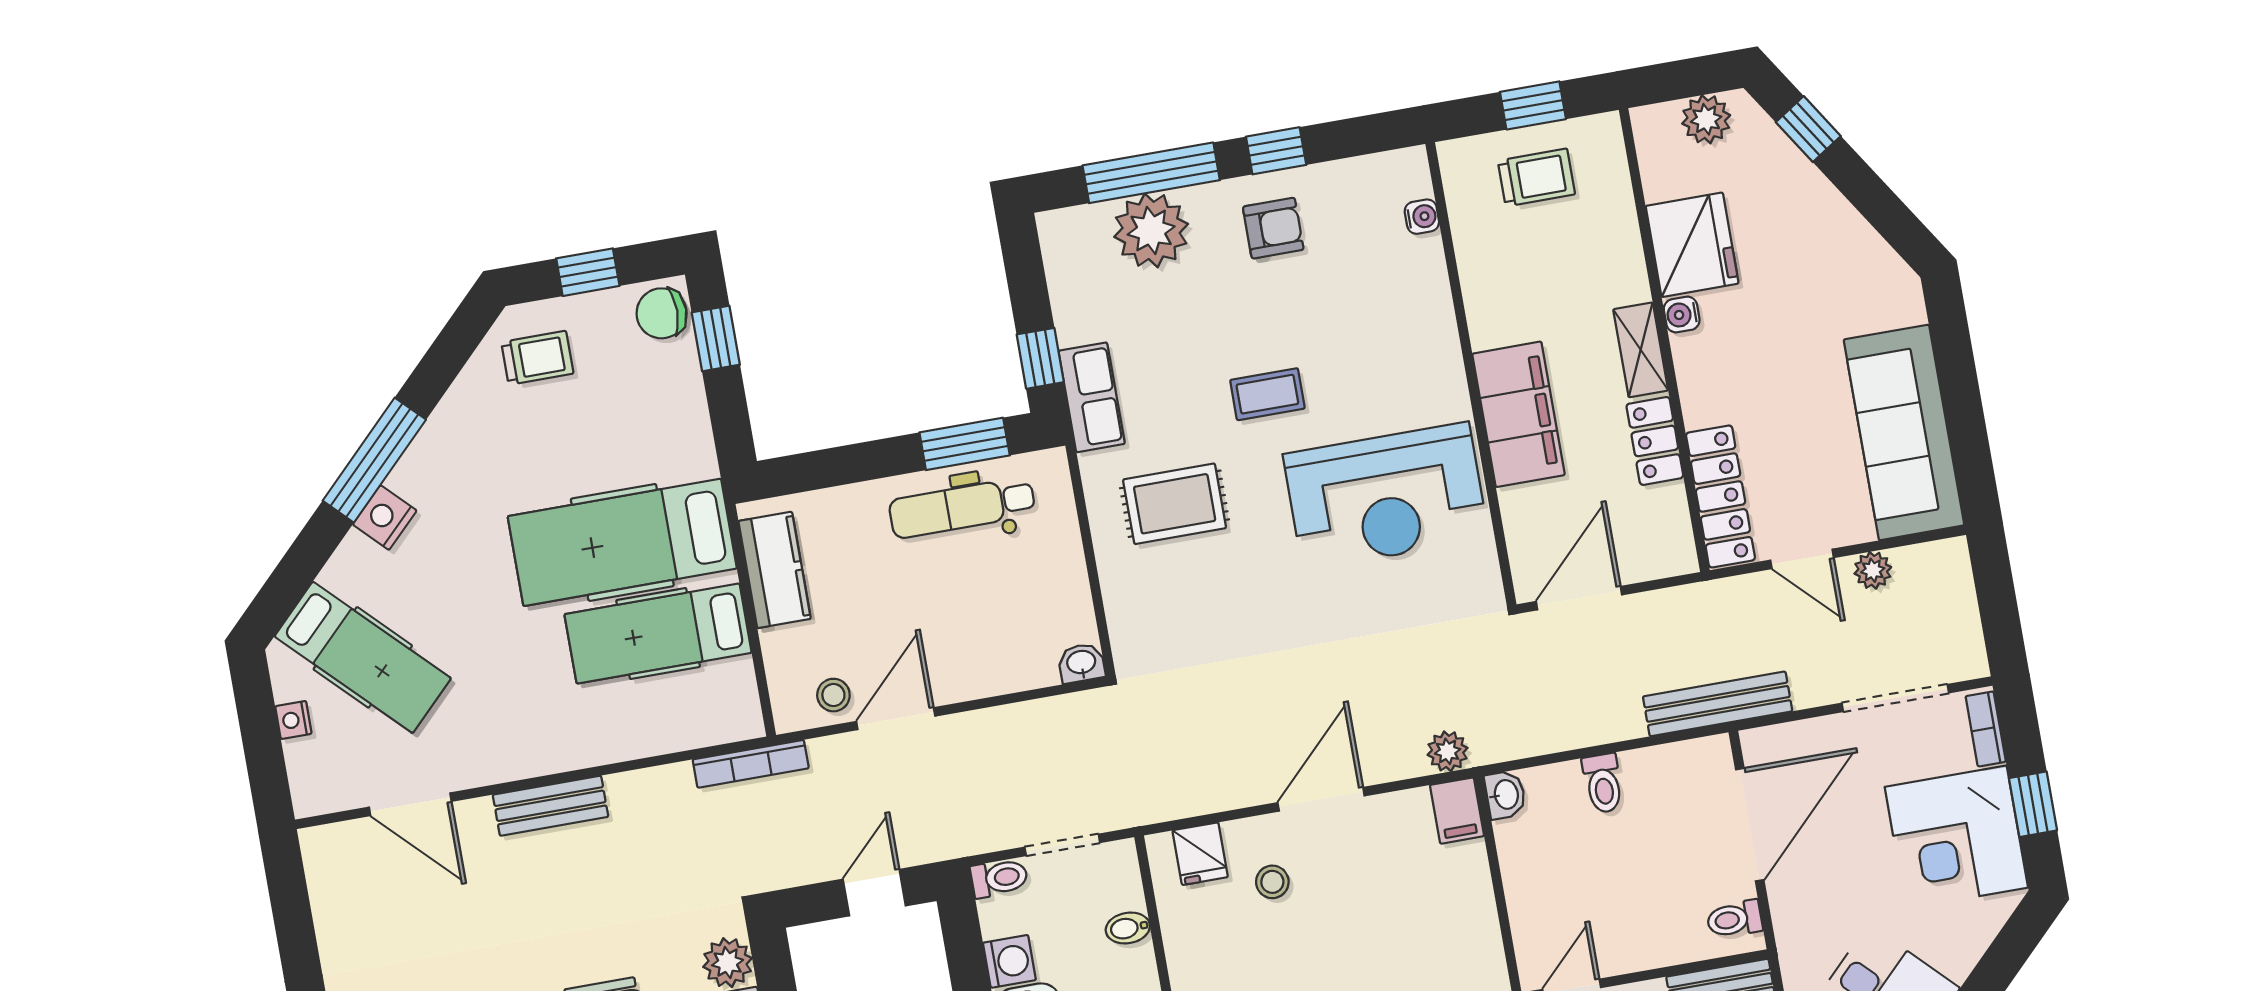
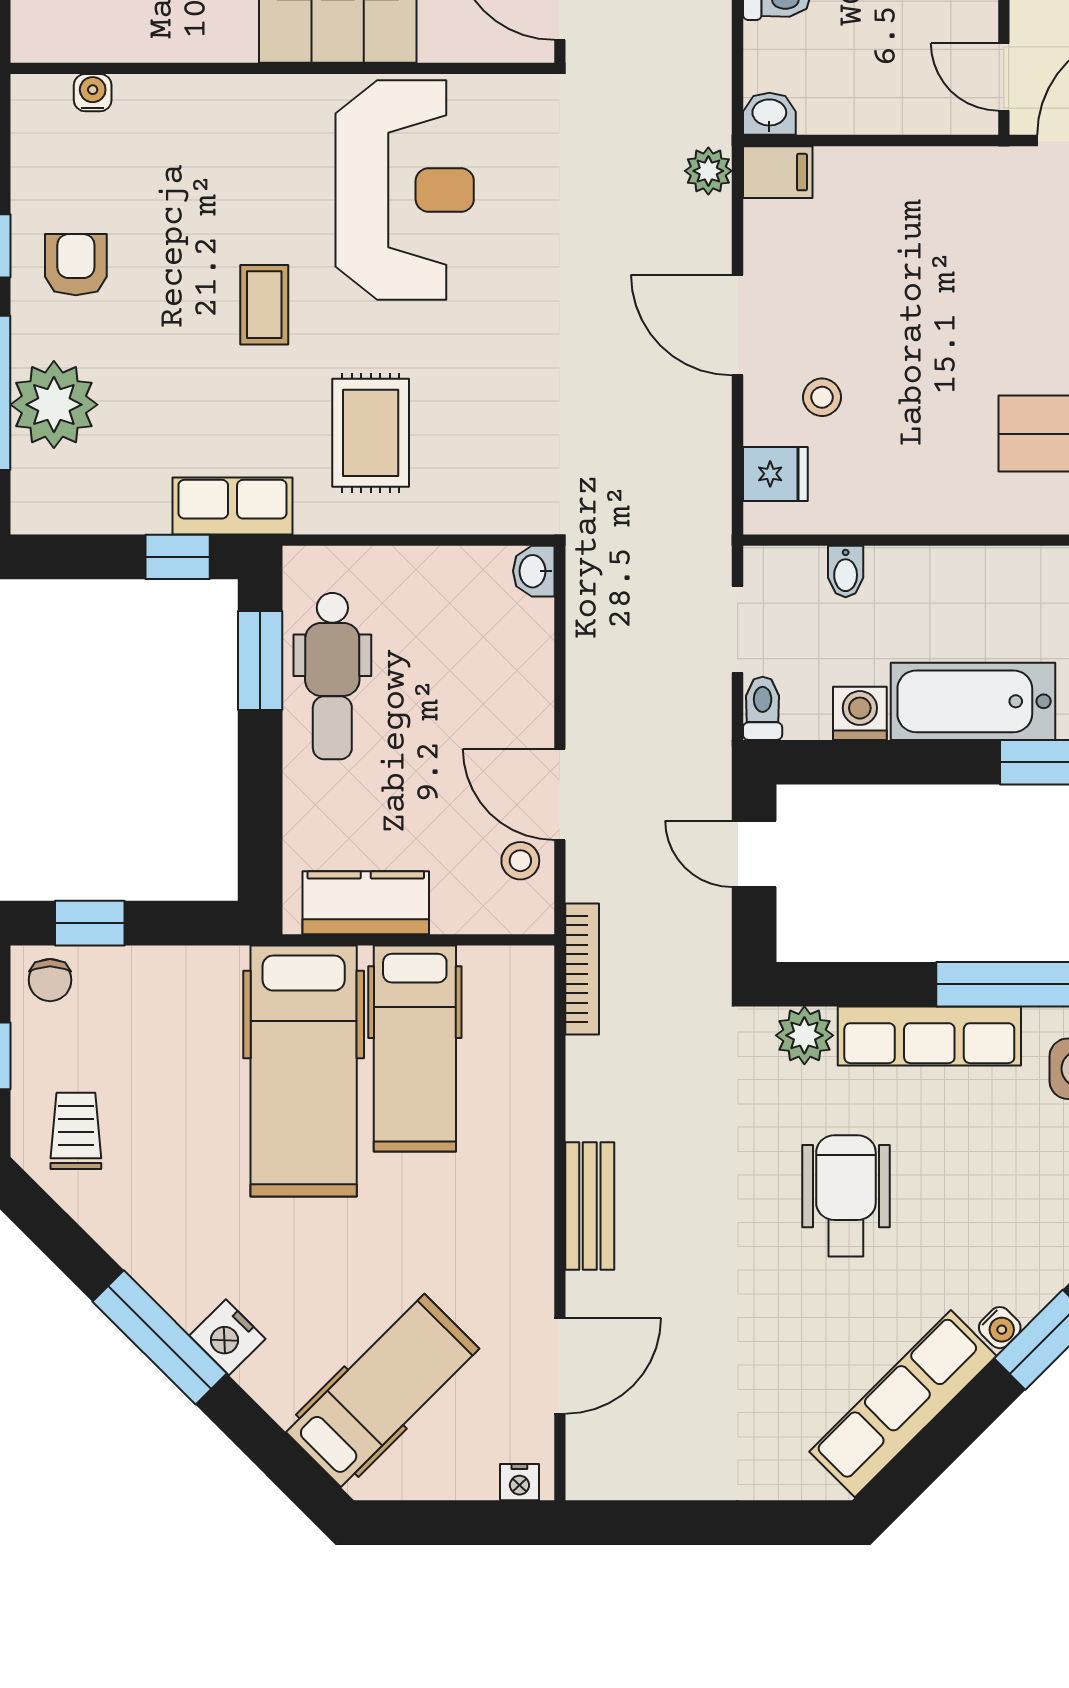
chair: (662, 313) -> (50, 980), width x0.73, depth x0.73
nightstand: (293, 720) -> (519, 1482), moved

